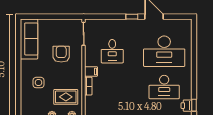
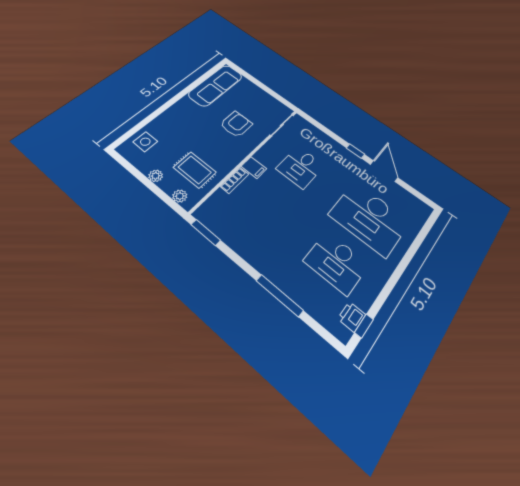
side table: (38, 83) -> (145, 142), moved

